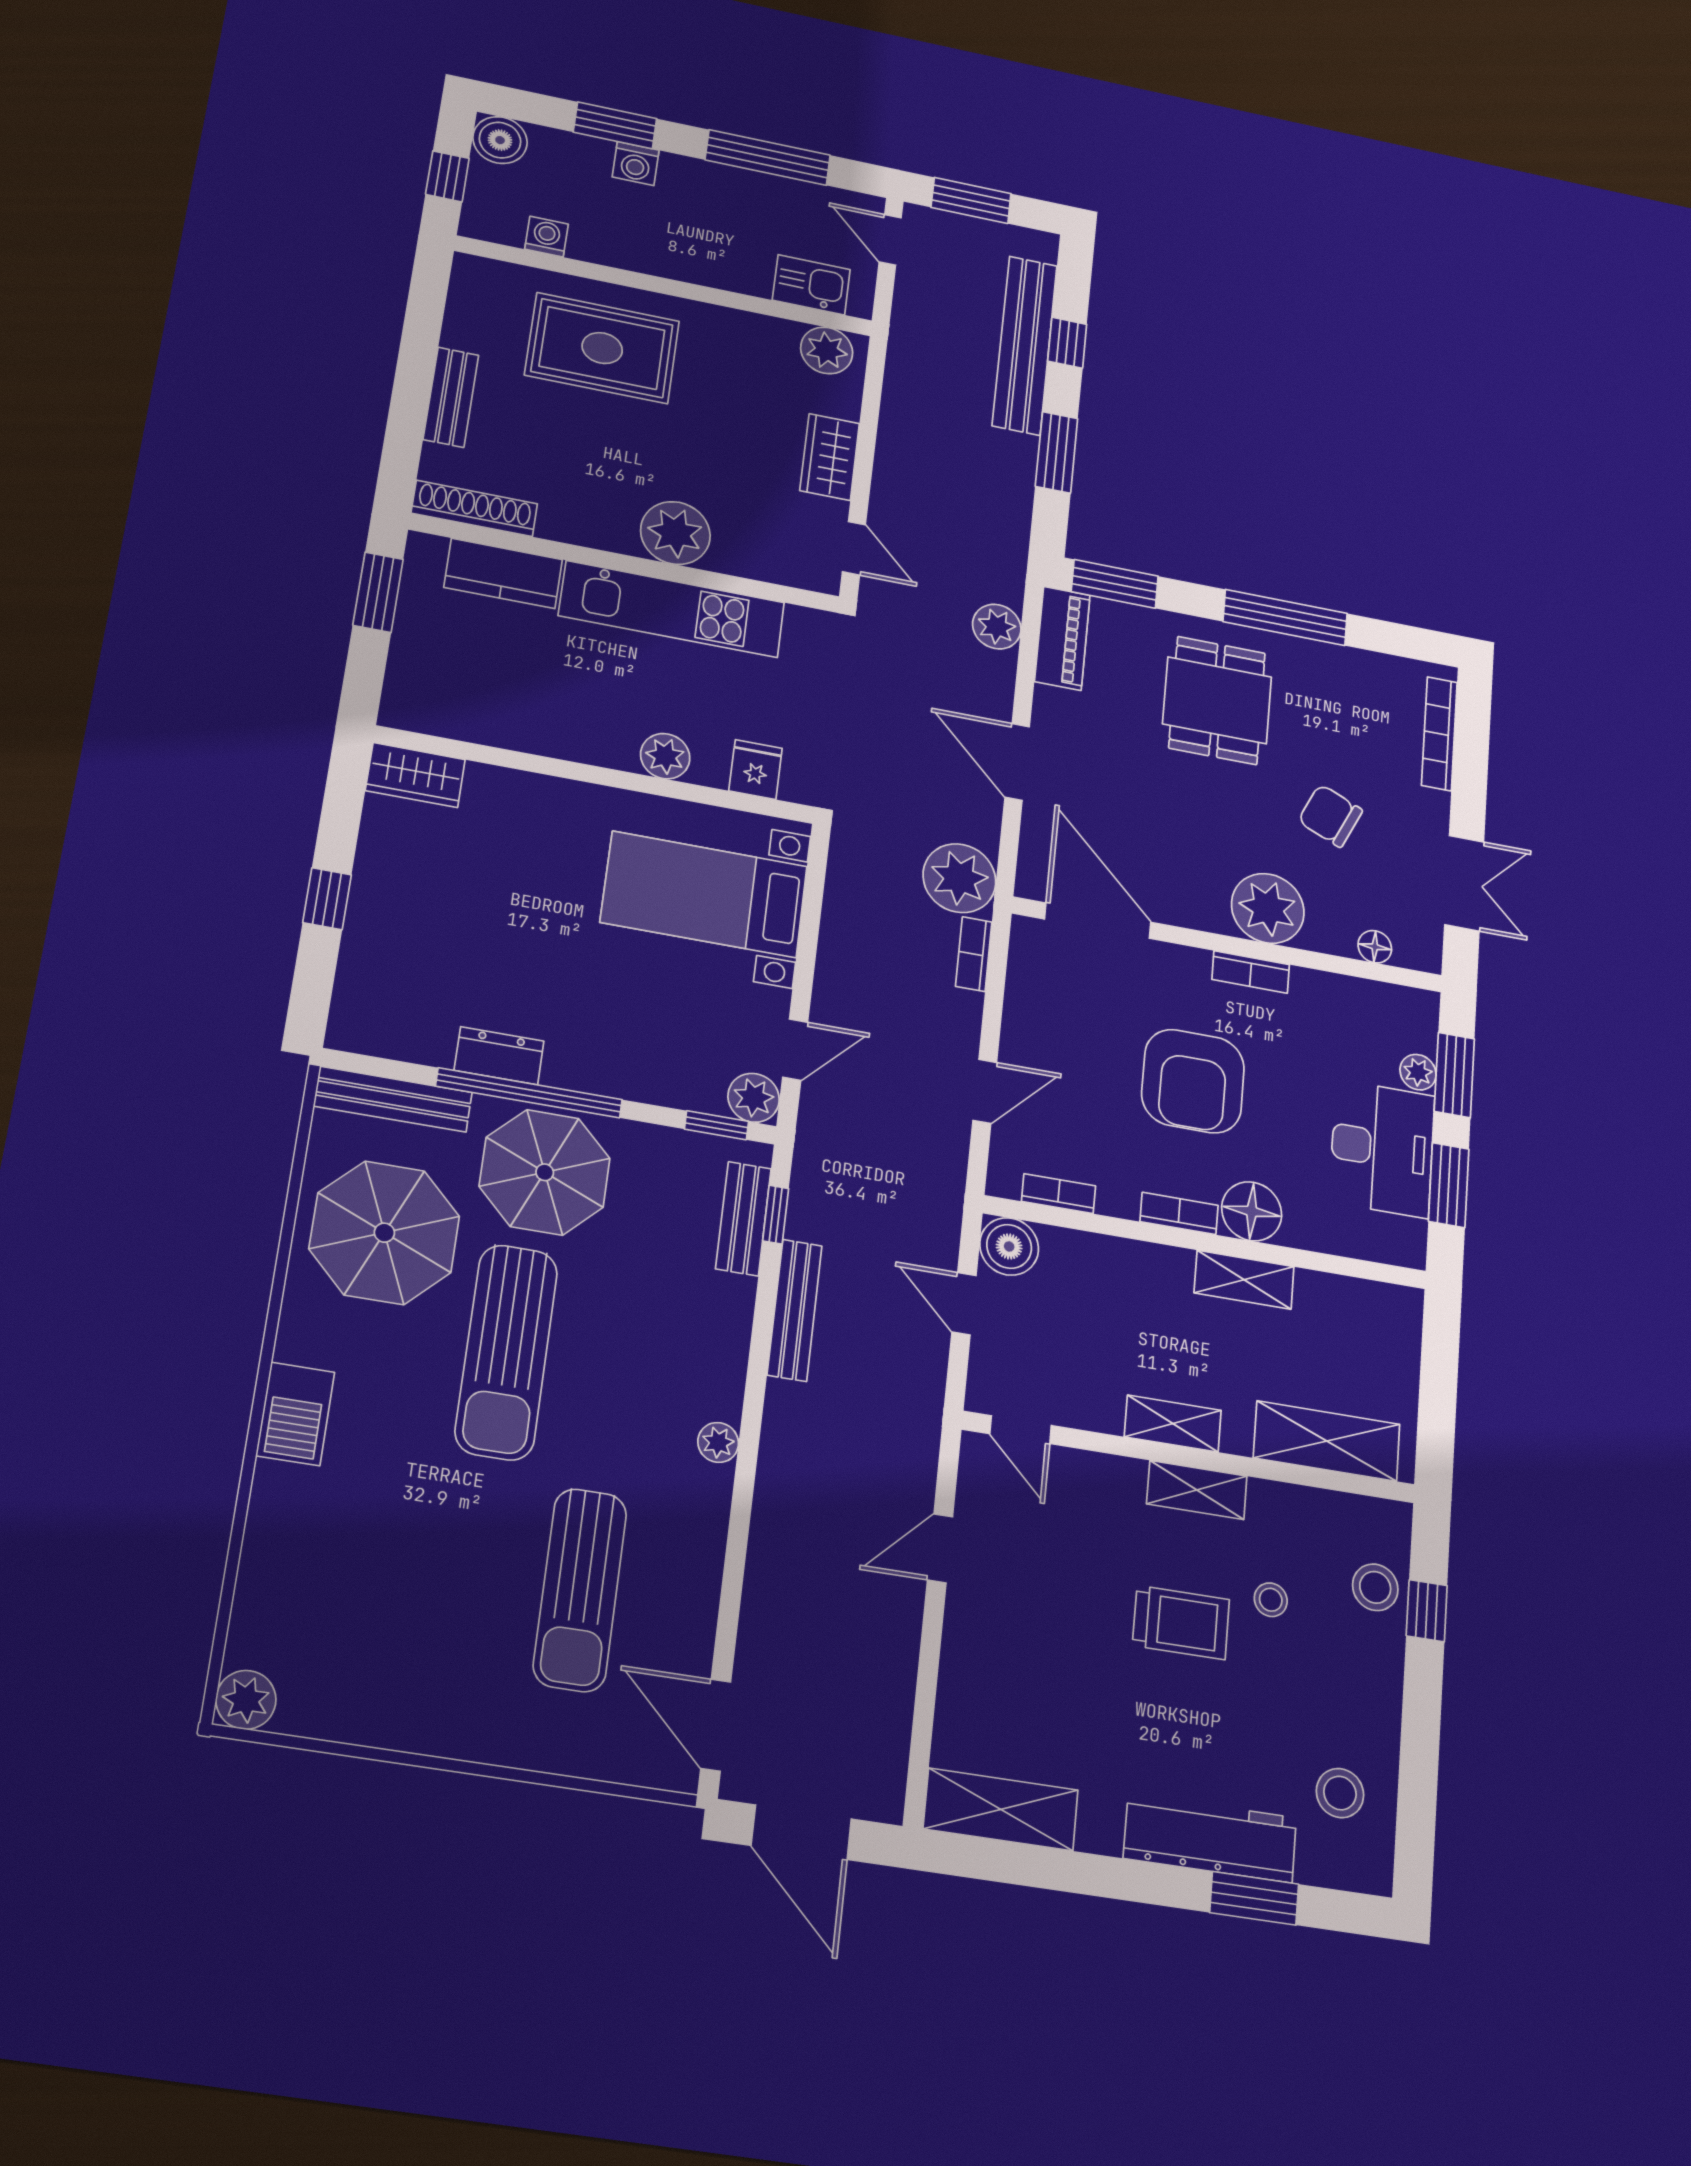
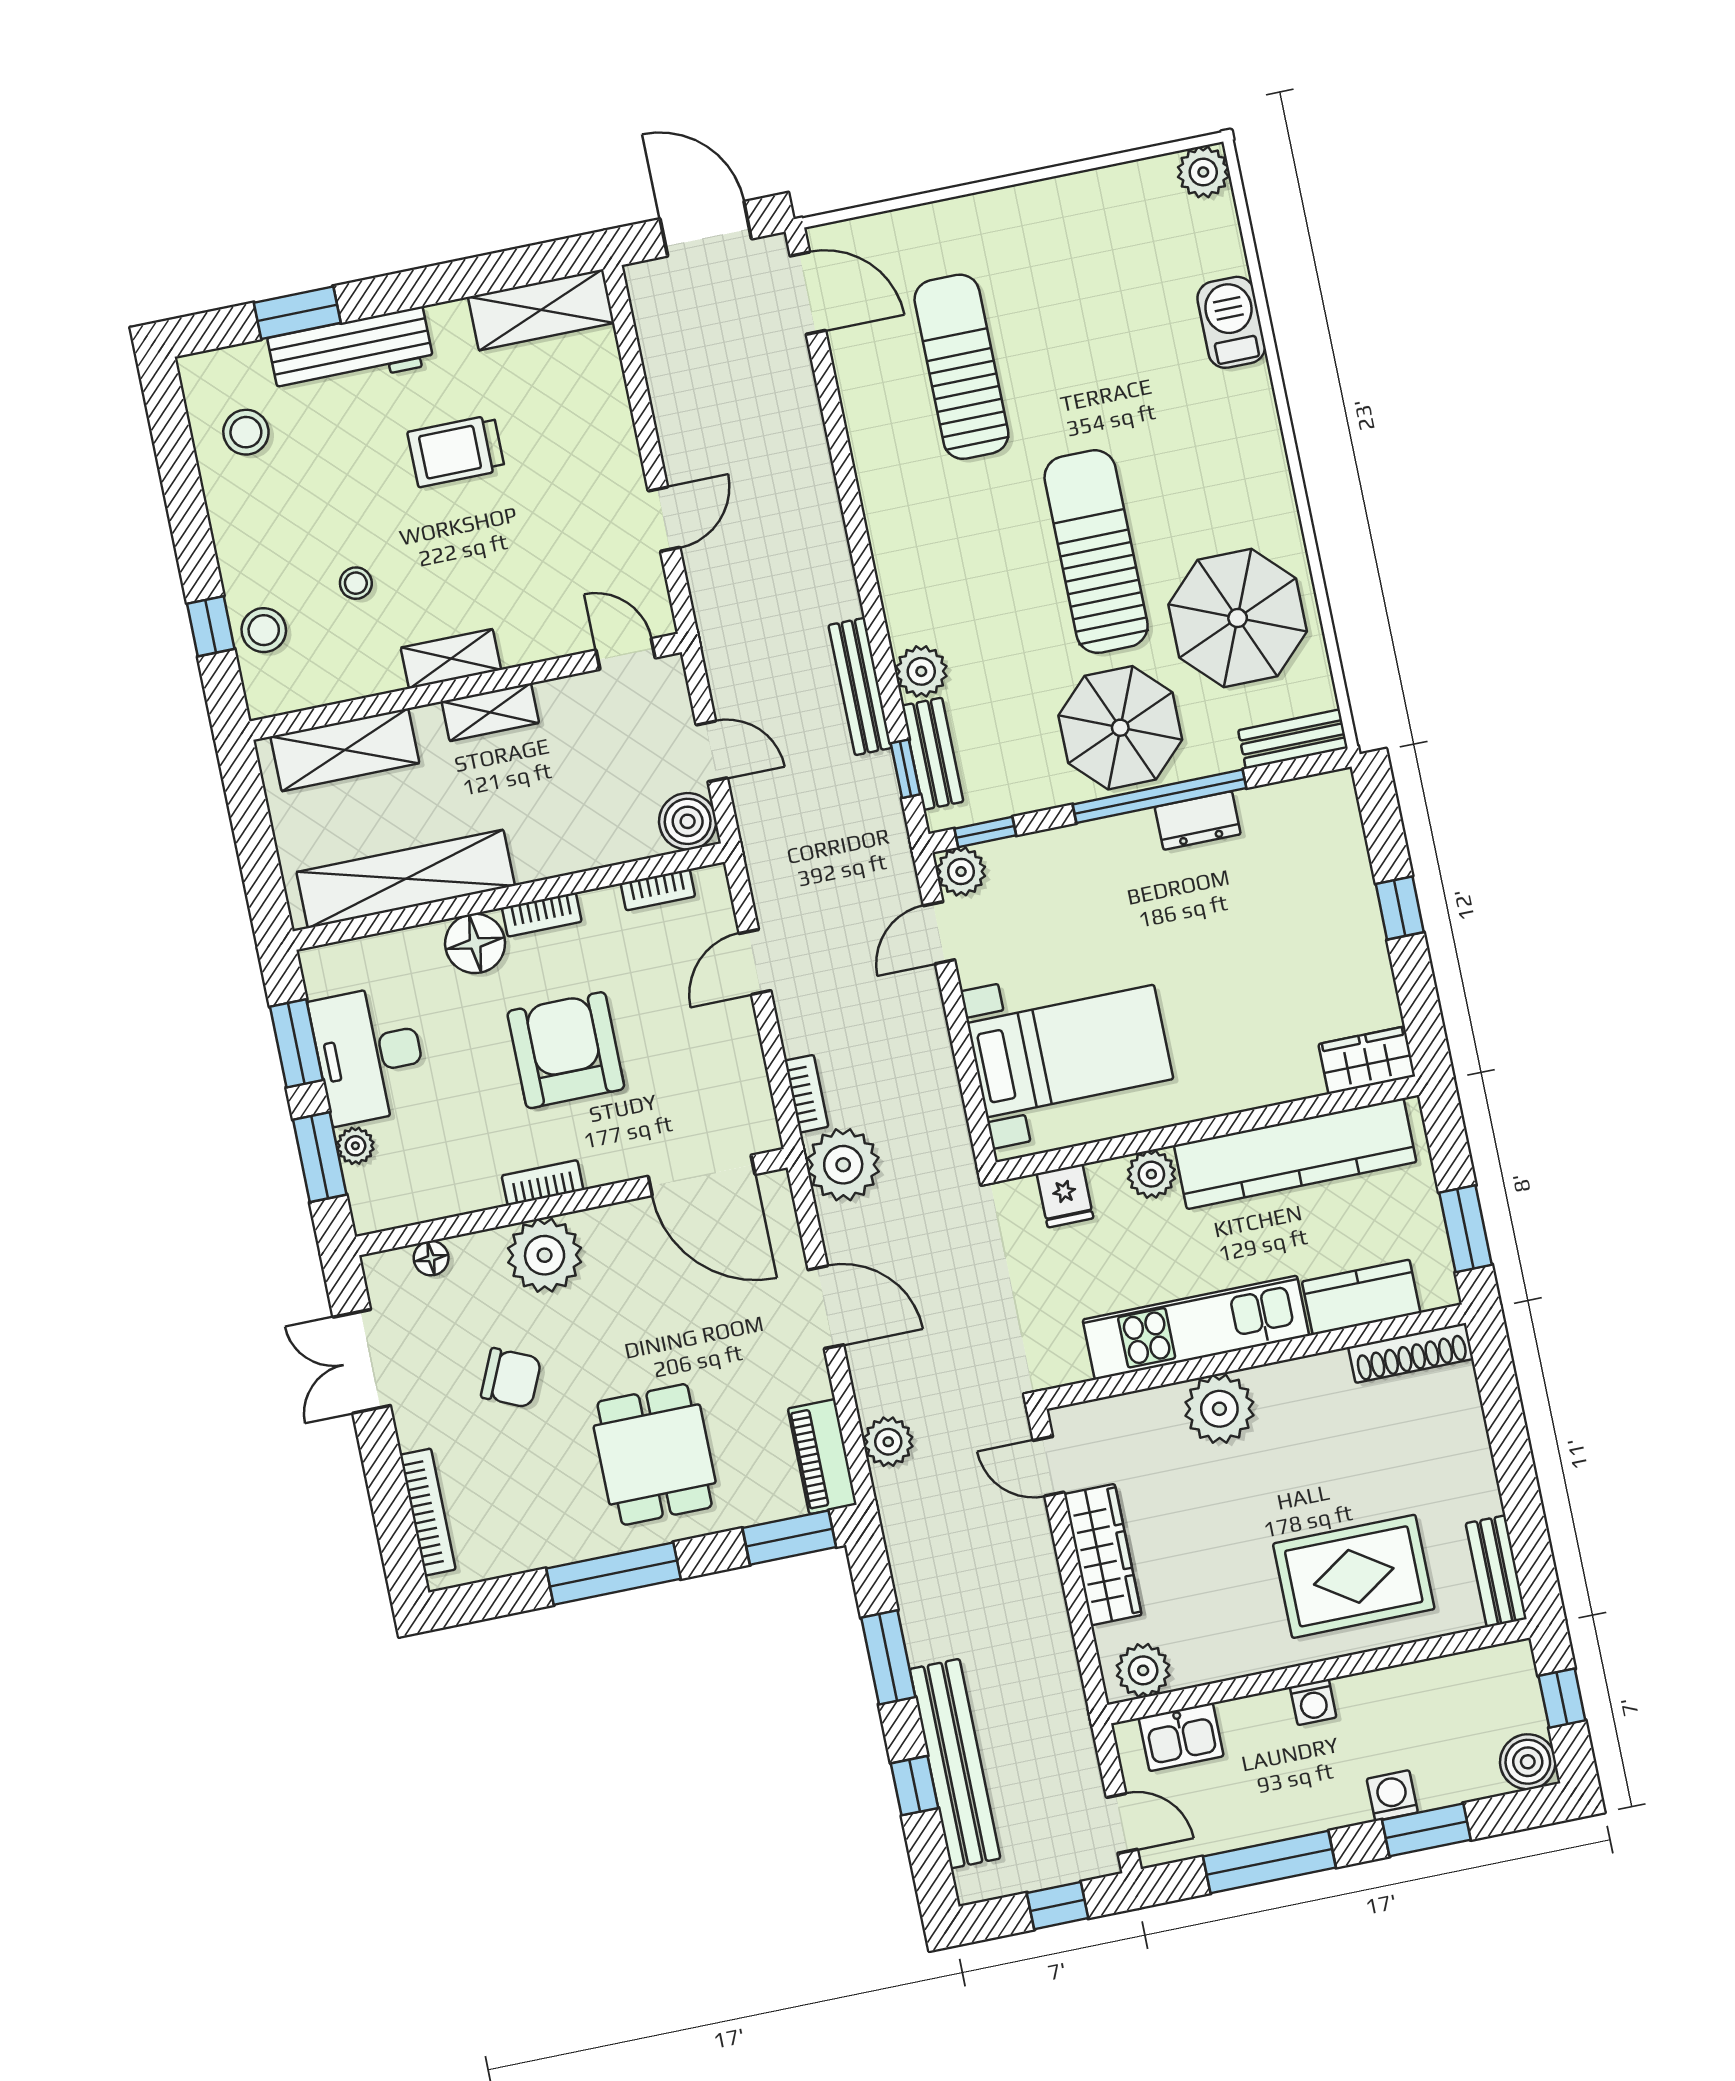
window: (971, 200) -> (1058, 1906), width x0.67
washing machine: (546, 237) -> (1313, 1702), moved
bench: (451, 397) -> (1496, 1571), moved
wardrobe: (830, 457) -> (1103, 1555), width x1.50
kitchen counter: (518, 720) -> (1295, 1154), added
bench: (393, 1099) -> (1293, 739), width x0.73
shelving: (1244, 1280) -> (406, 879), width x2.20, depth x1.33
barbecue: (295, 1414) -> (1231, 322), moved
plant: (718, 1442) -> (921, 671), moved, width x1.38, depth x1.38
trolley: (1181, 1622) -> (456, 451), moved

